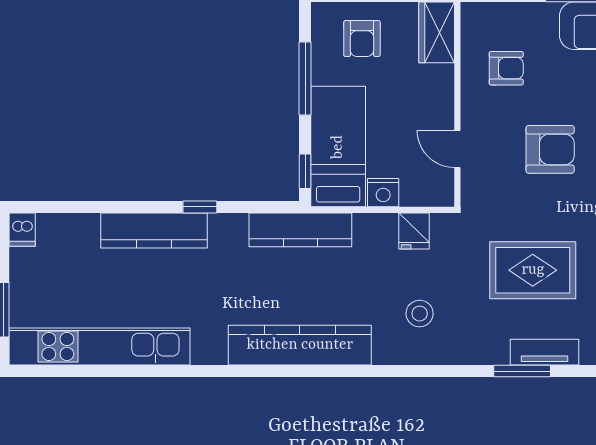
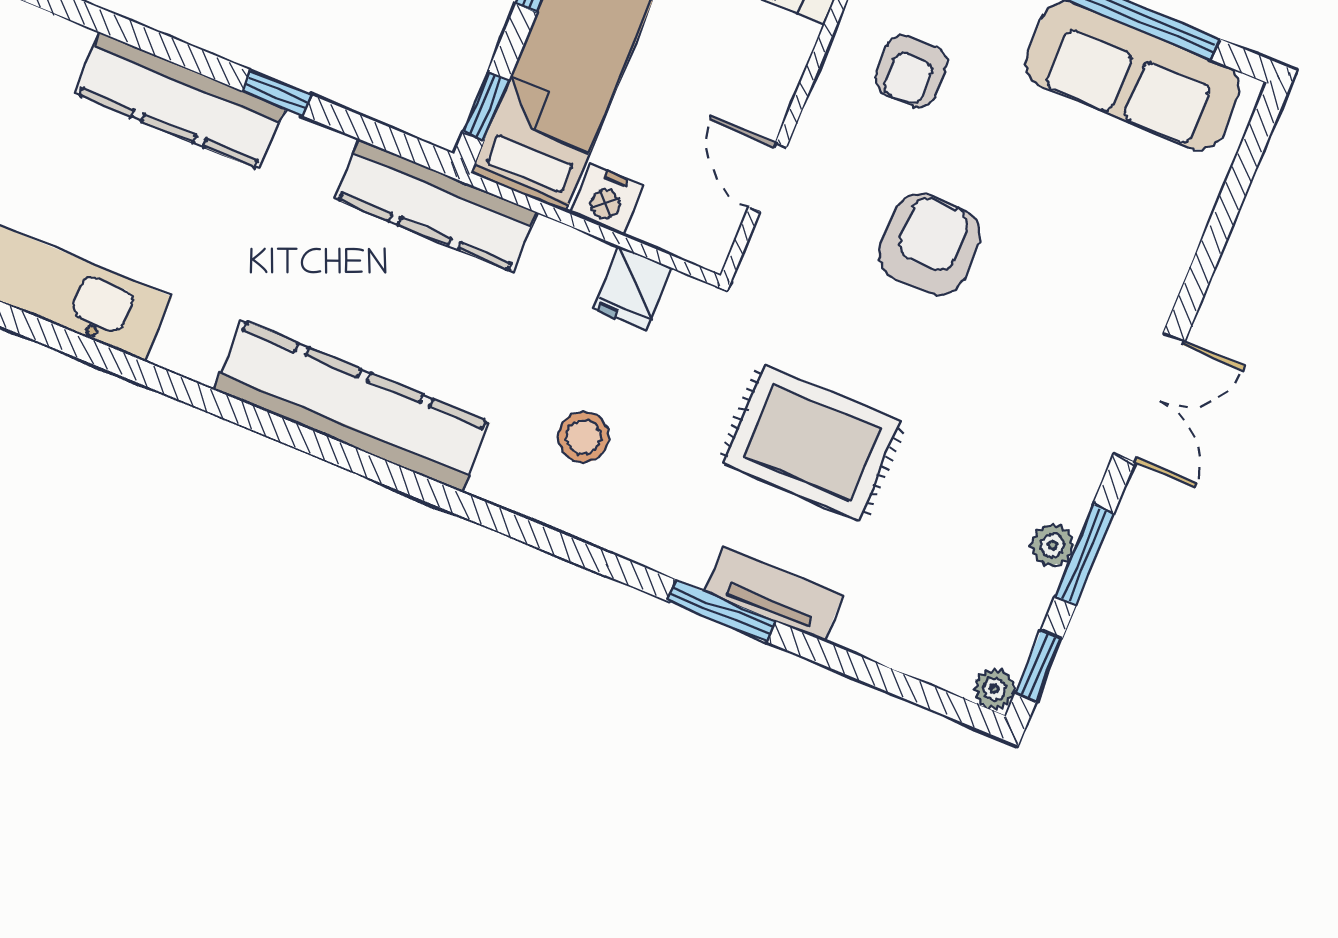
armchair: (506, 68) -> (911, 71), turned 90
armchair: (550, 149) -> (929, 244), turned -90

